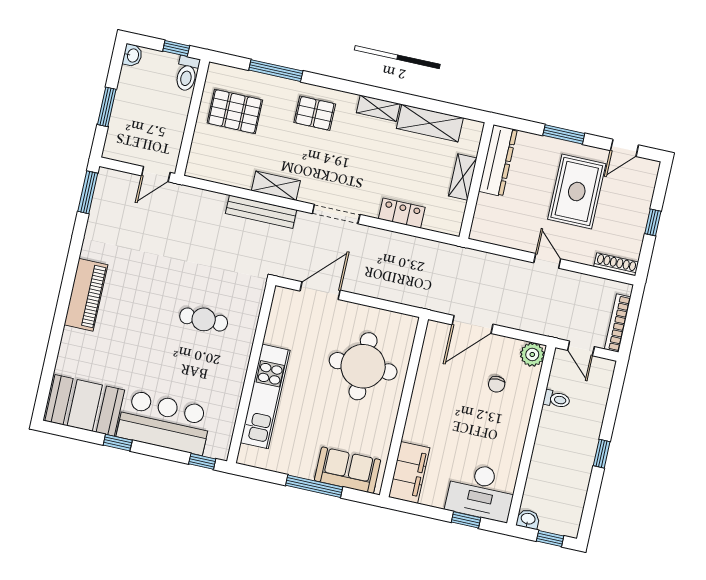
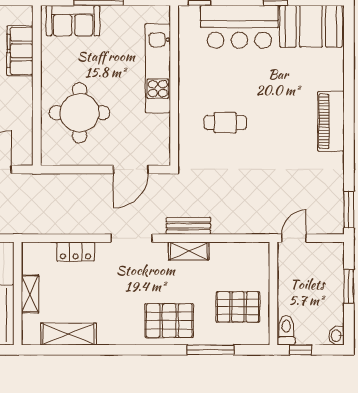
shelving: (378, 108) -> (116, 337), removed
pallet: (315, 113) -> (169, 321), width x1.50, depth x1.42
bench: (261, 212) -> (188, 226), width x0.73
filing cabinet: (409, 472) -> (20, 51), moved

